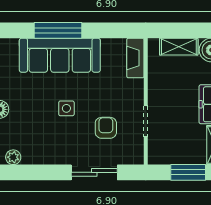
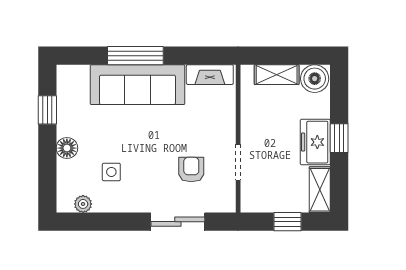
fireplace: (135, 58) -> (210, 75), moved, turned -90
side table: (66, 108) -> (111, 172), moved
window: (188, 172) -> (288, 222), width x0.67

